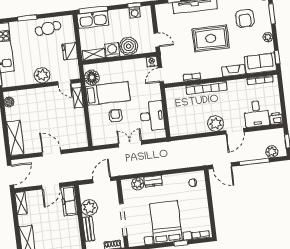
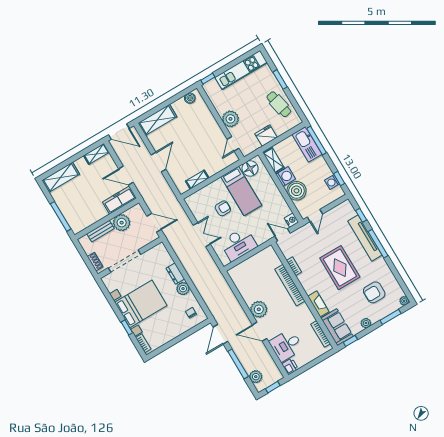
shelving: (78, 98) -> (197, 180), moved
plant: (138, 184) -> (183, 289), moved

